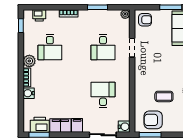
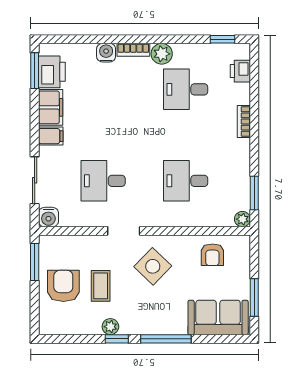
window: (97, 7) -> (254, 193), moved
armchair: (145, 20) -> (212, 255), moved
doorway: (132, 48) -> (124, 231), moved
side table: (153, 66) -> (153, 266), added
desk: (103, 95) -> (103, 181), turned 180
armchair: (153, 120) -> (63, 286), moved

